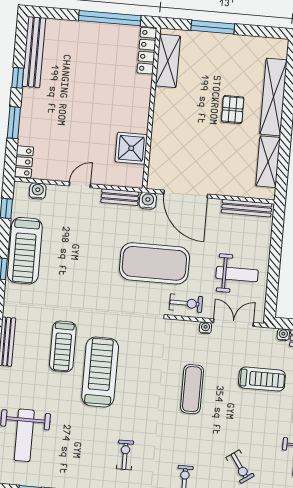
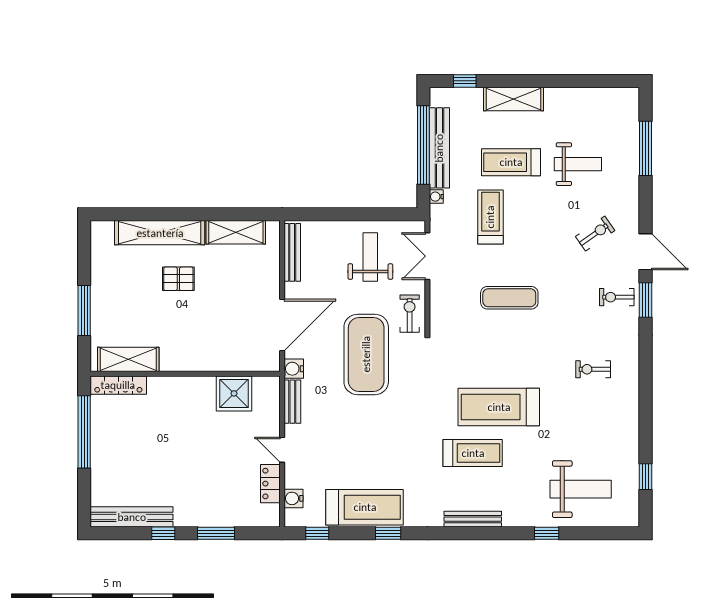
locker: (24, 162) -> (270, 484), moved, turned -90
water cooler: (205, 328) -> (436, 288), removed

